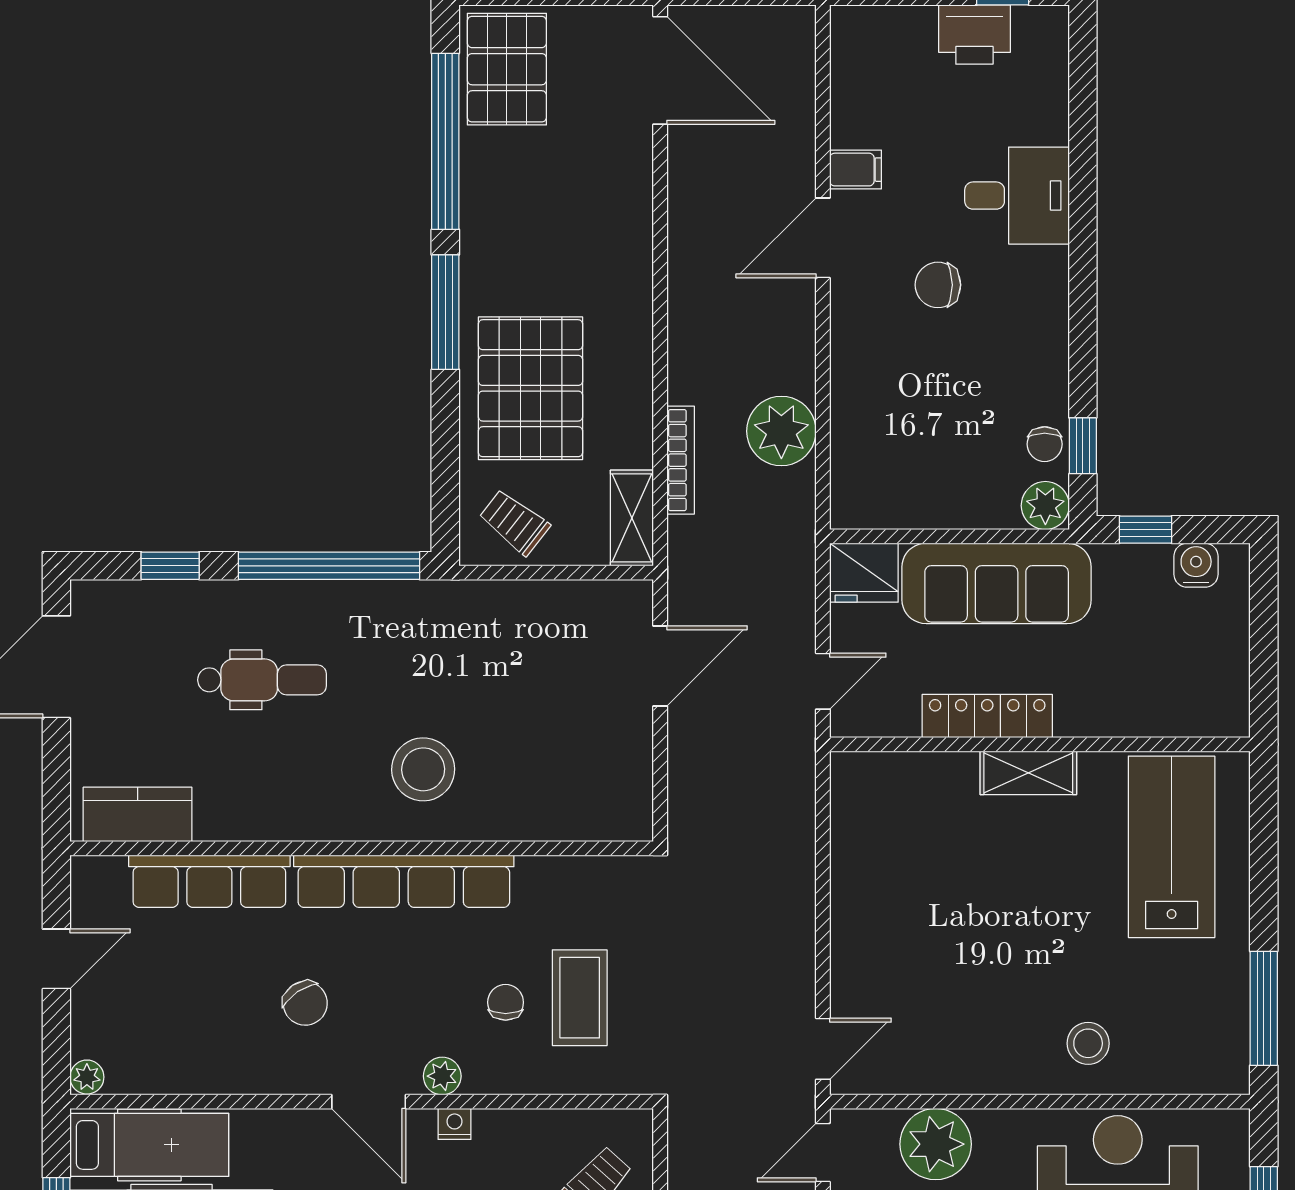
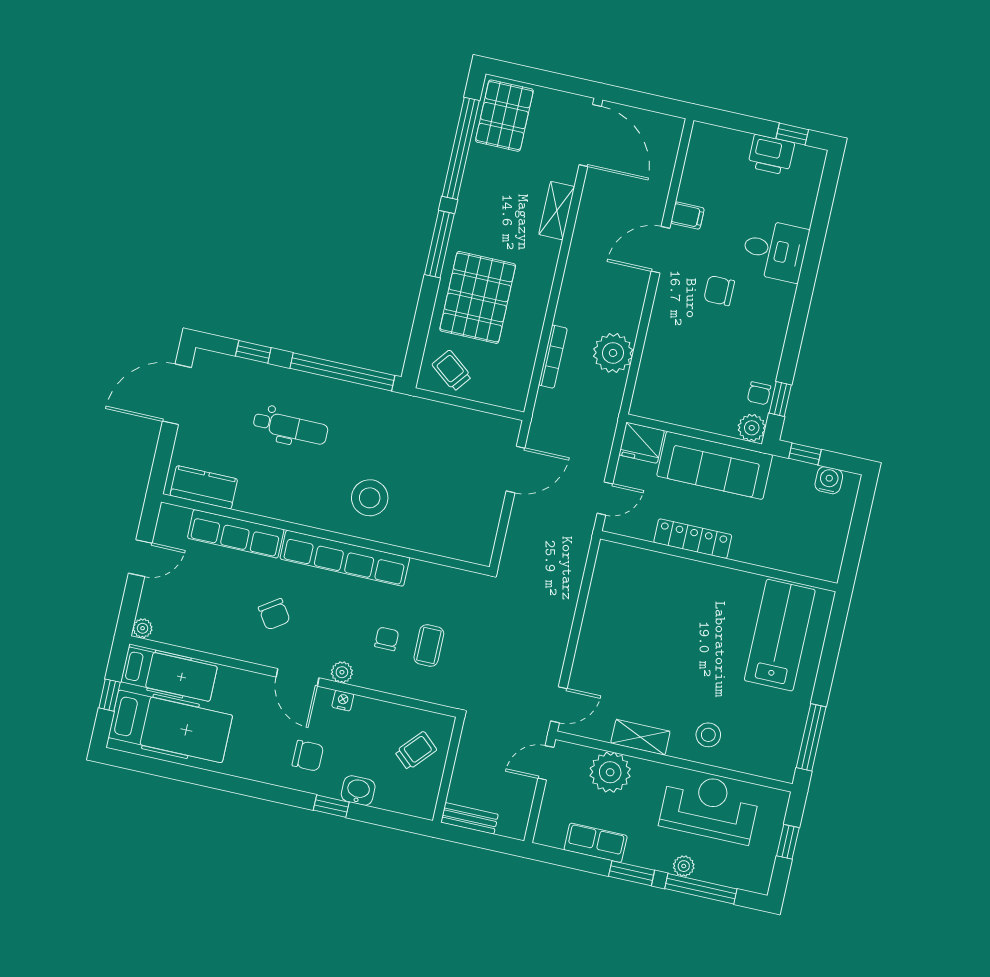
shelving: (632, 518) -> (557, 211), moved
shelving: (1028, 773) -> (640, 737), moved
coffee table: (580, 998) -> (429, 645), width x0.73, depth x0.77

